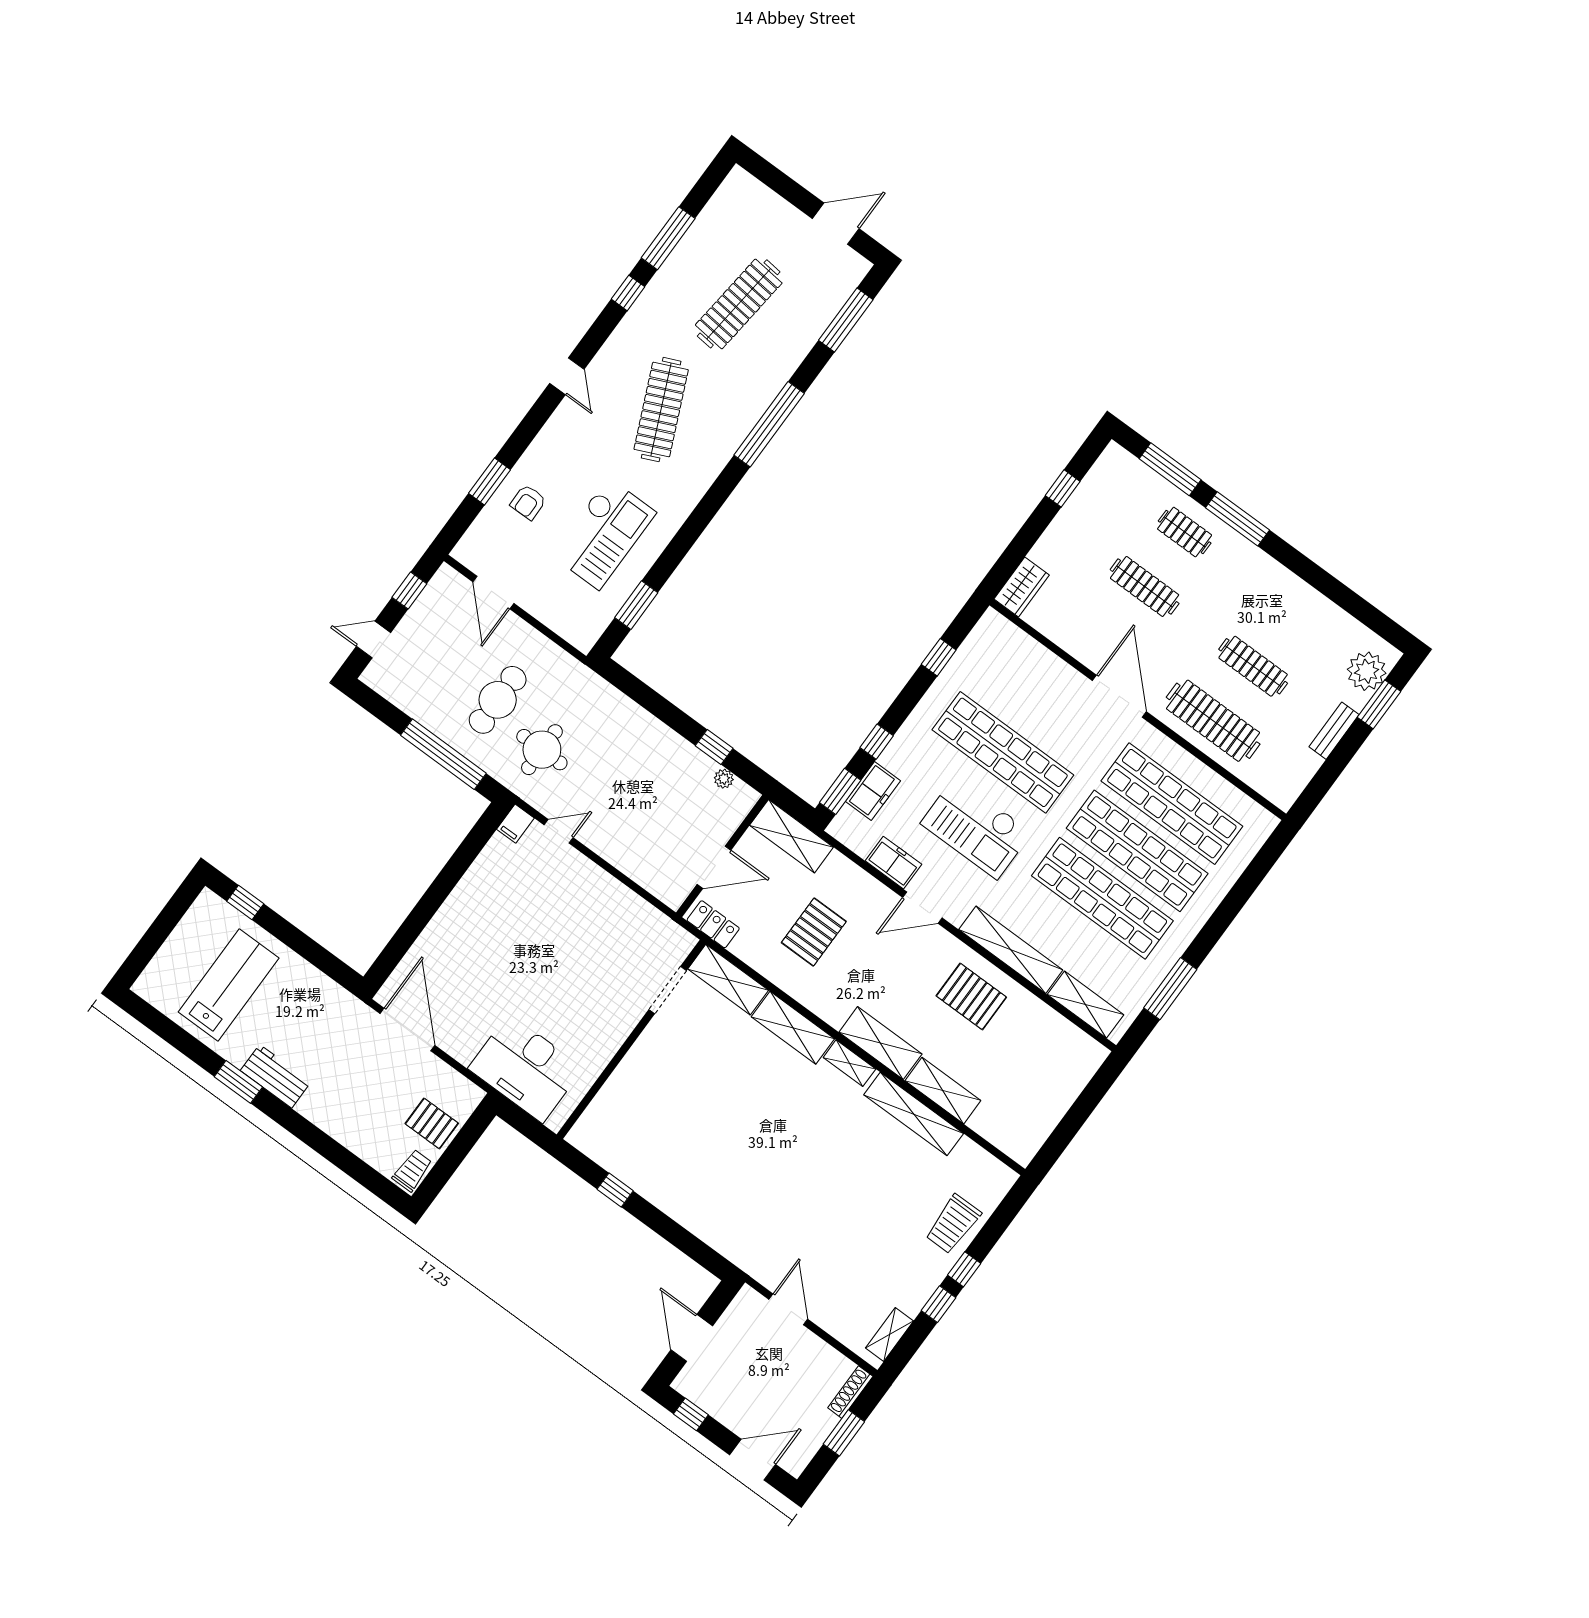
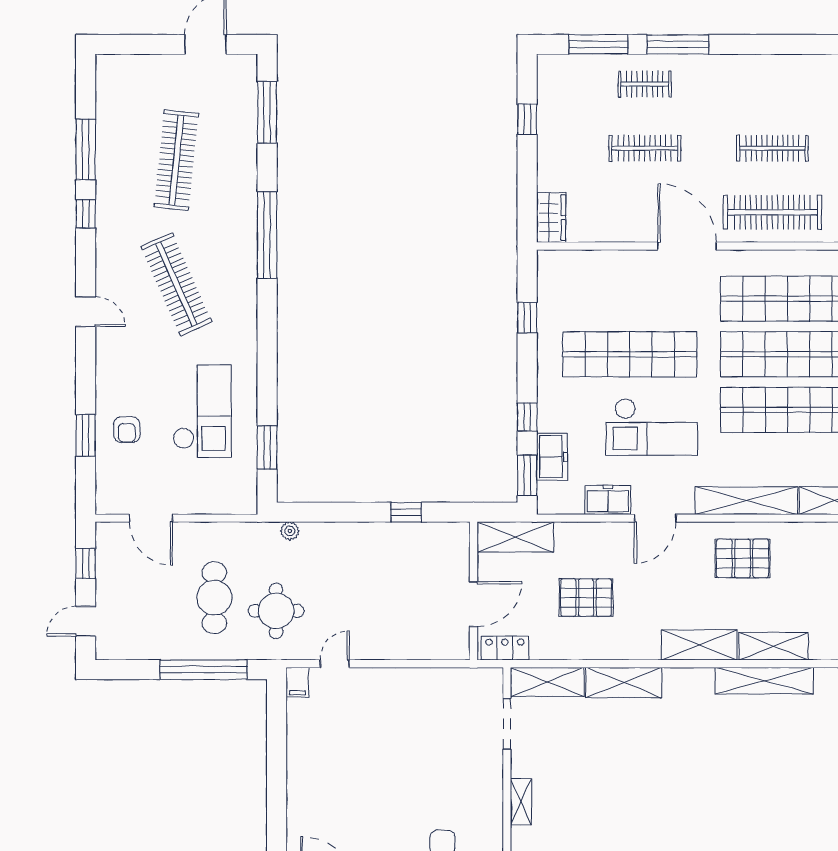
plant: (724, 779) -> (290, 531), moved
pallet: (814, 932) -> (586, 598), turned 90
shelving: (849, 1063) -> (521, 802), moved, turned 90

